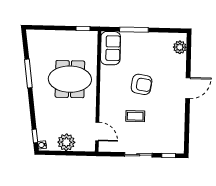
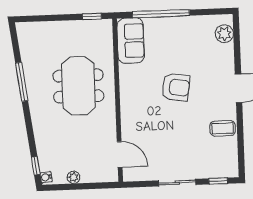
window: (134, 30) -> (161, 14), width x1.46
meeting table: (70, 79) -> (78, 86), turned 90
coffee table: (135, 116) -> (223, 128), moved
plant: (66, 142) -> (74, 177), width x0.53, depth x0.53

